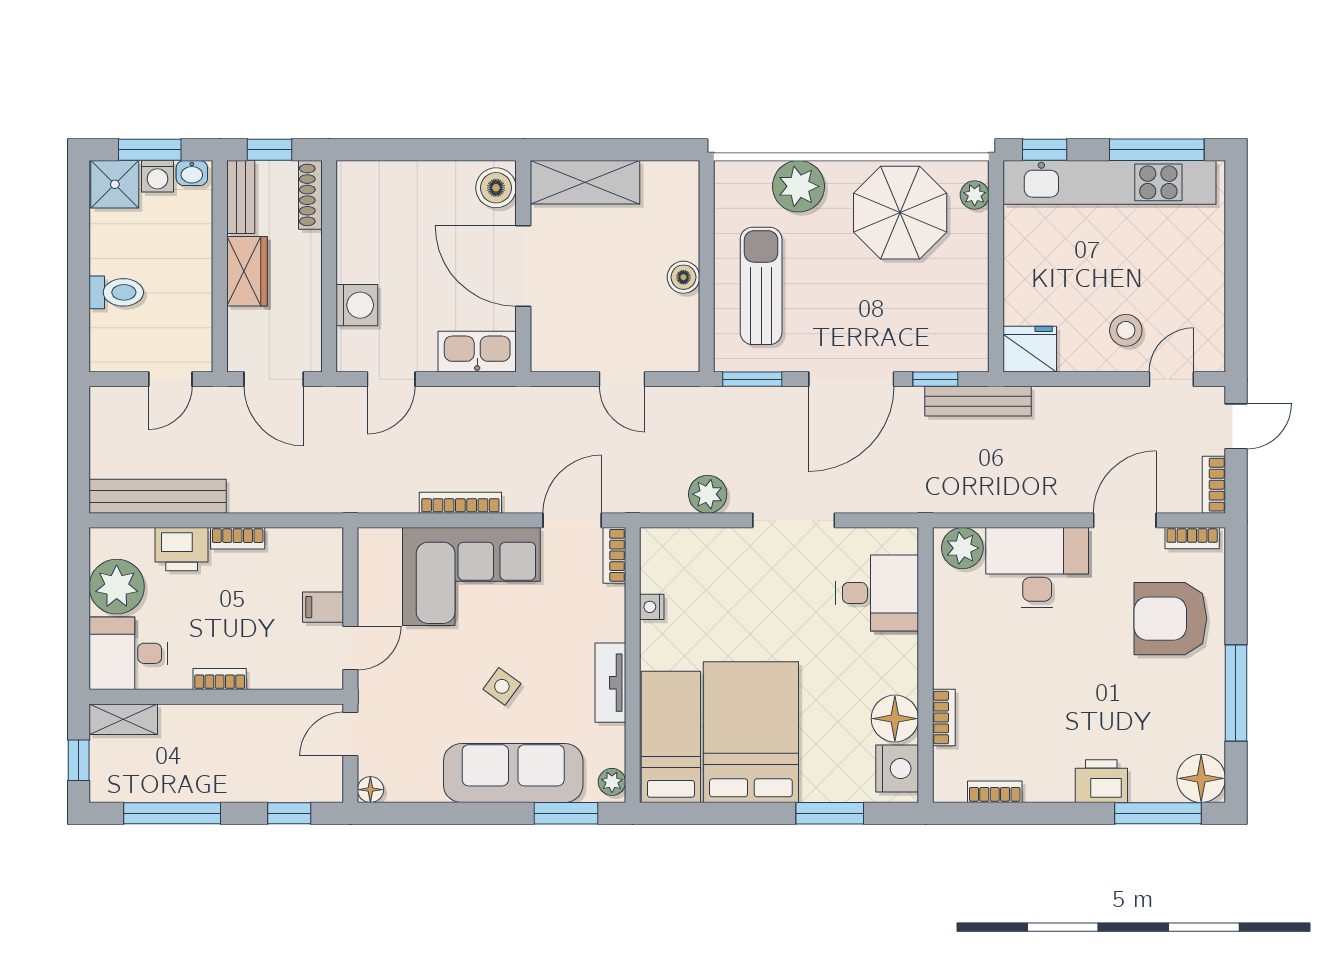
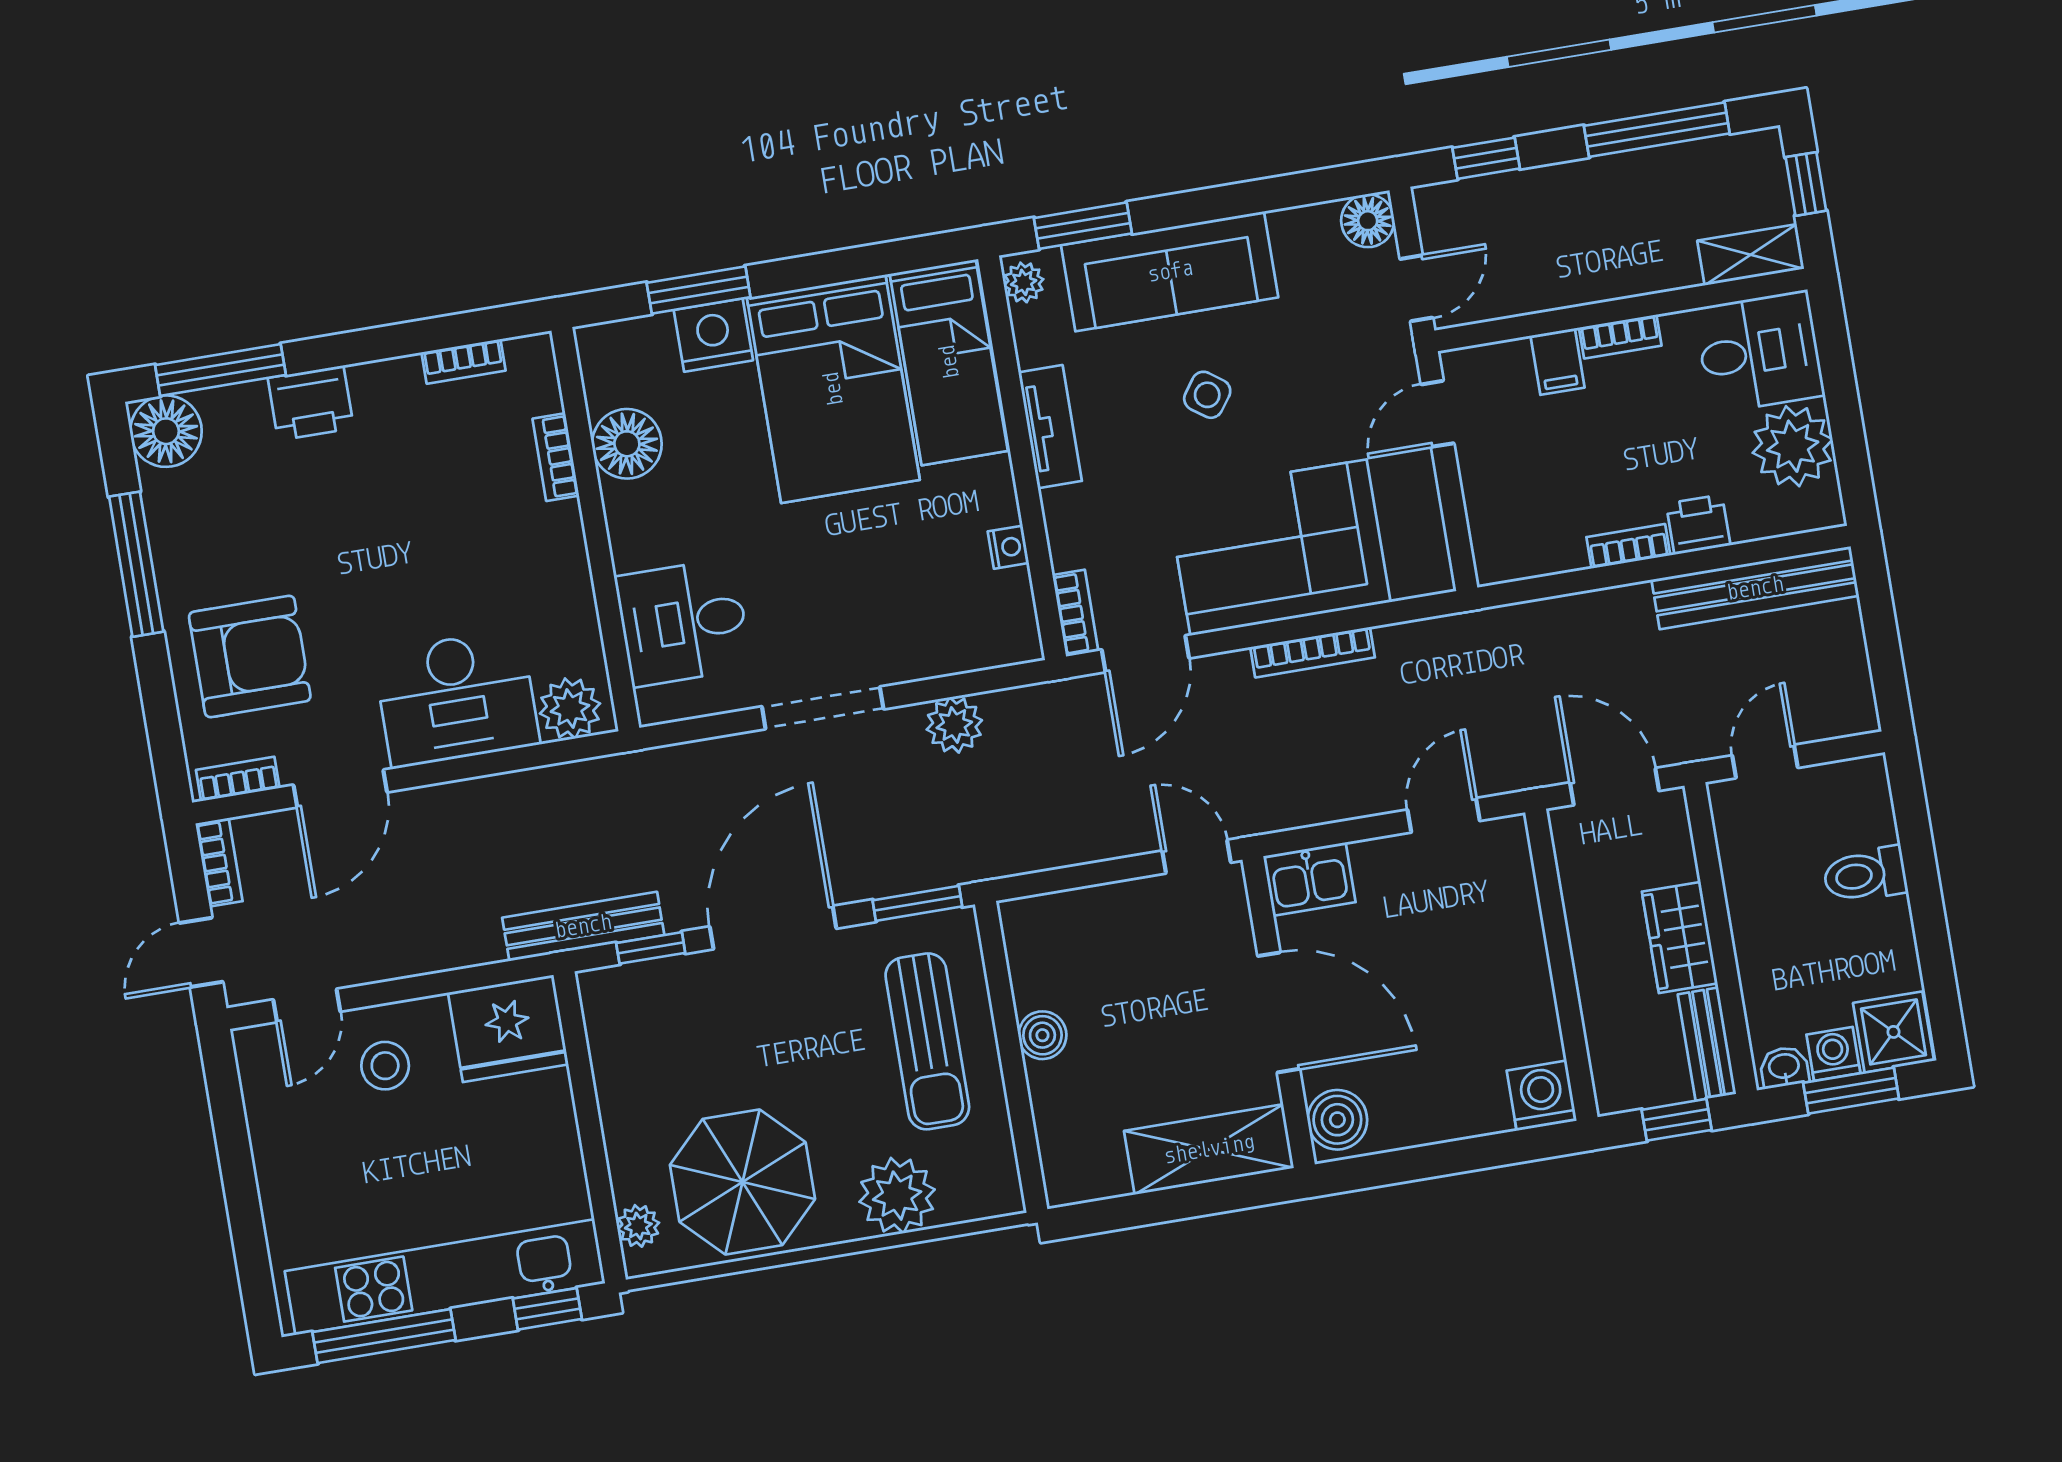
shoe rack: (310, 195) -> (1606, 1064), removed
washing machine: (357, 305) -> (1542, 1096), moved, turned 90
fridge: (1030, 349) -> (508, 1028), width x1.36, depth x1.34
kitchen sink: (477, 352) -> (1309, 879), width x0.73
door: (622, 379) -> (1197, 857), moved
printer: (182, 549) -> (1698, 525), width x0.73, depth x0.81
filing cabinet: (323, 607) -> (1558, 362), moved, turned 90
nightstand: (897, 769) -> (713, 335), moved, turned 90
floor lamp: (370, 790) -> (1368, 221), width x1.37, depth x1.37

